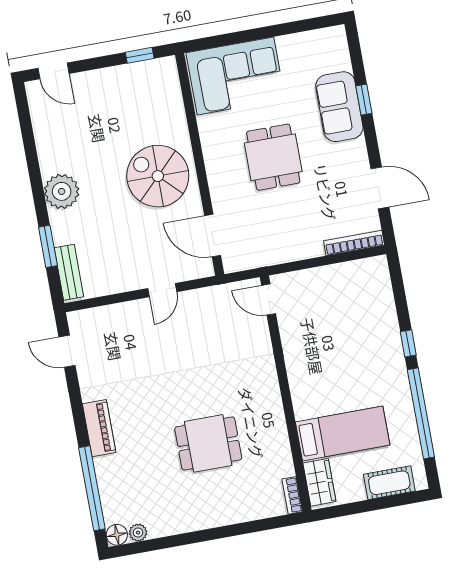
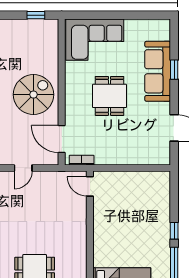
sofa: (339, 107) -> (158, 71), width x1.36
spiral stairs: (158, 176) -> (33, 95), turned 90
bookcase: (354, 243) -> (82, 160), moved, width x0.64

